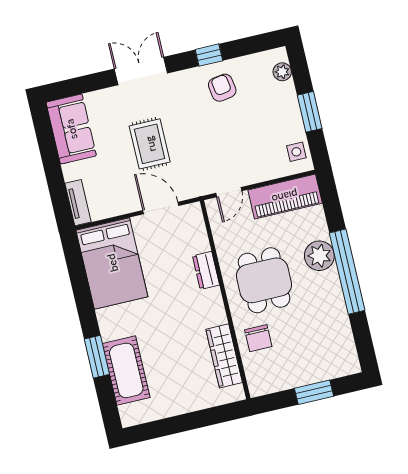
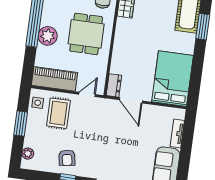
rug: (150, 144) -> (58, 113), moved
tv unit: (78, 203) -> (177, 133), moved
dresser: (206, 270) -> (114, 85), moved

